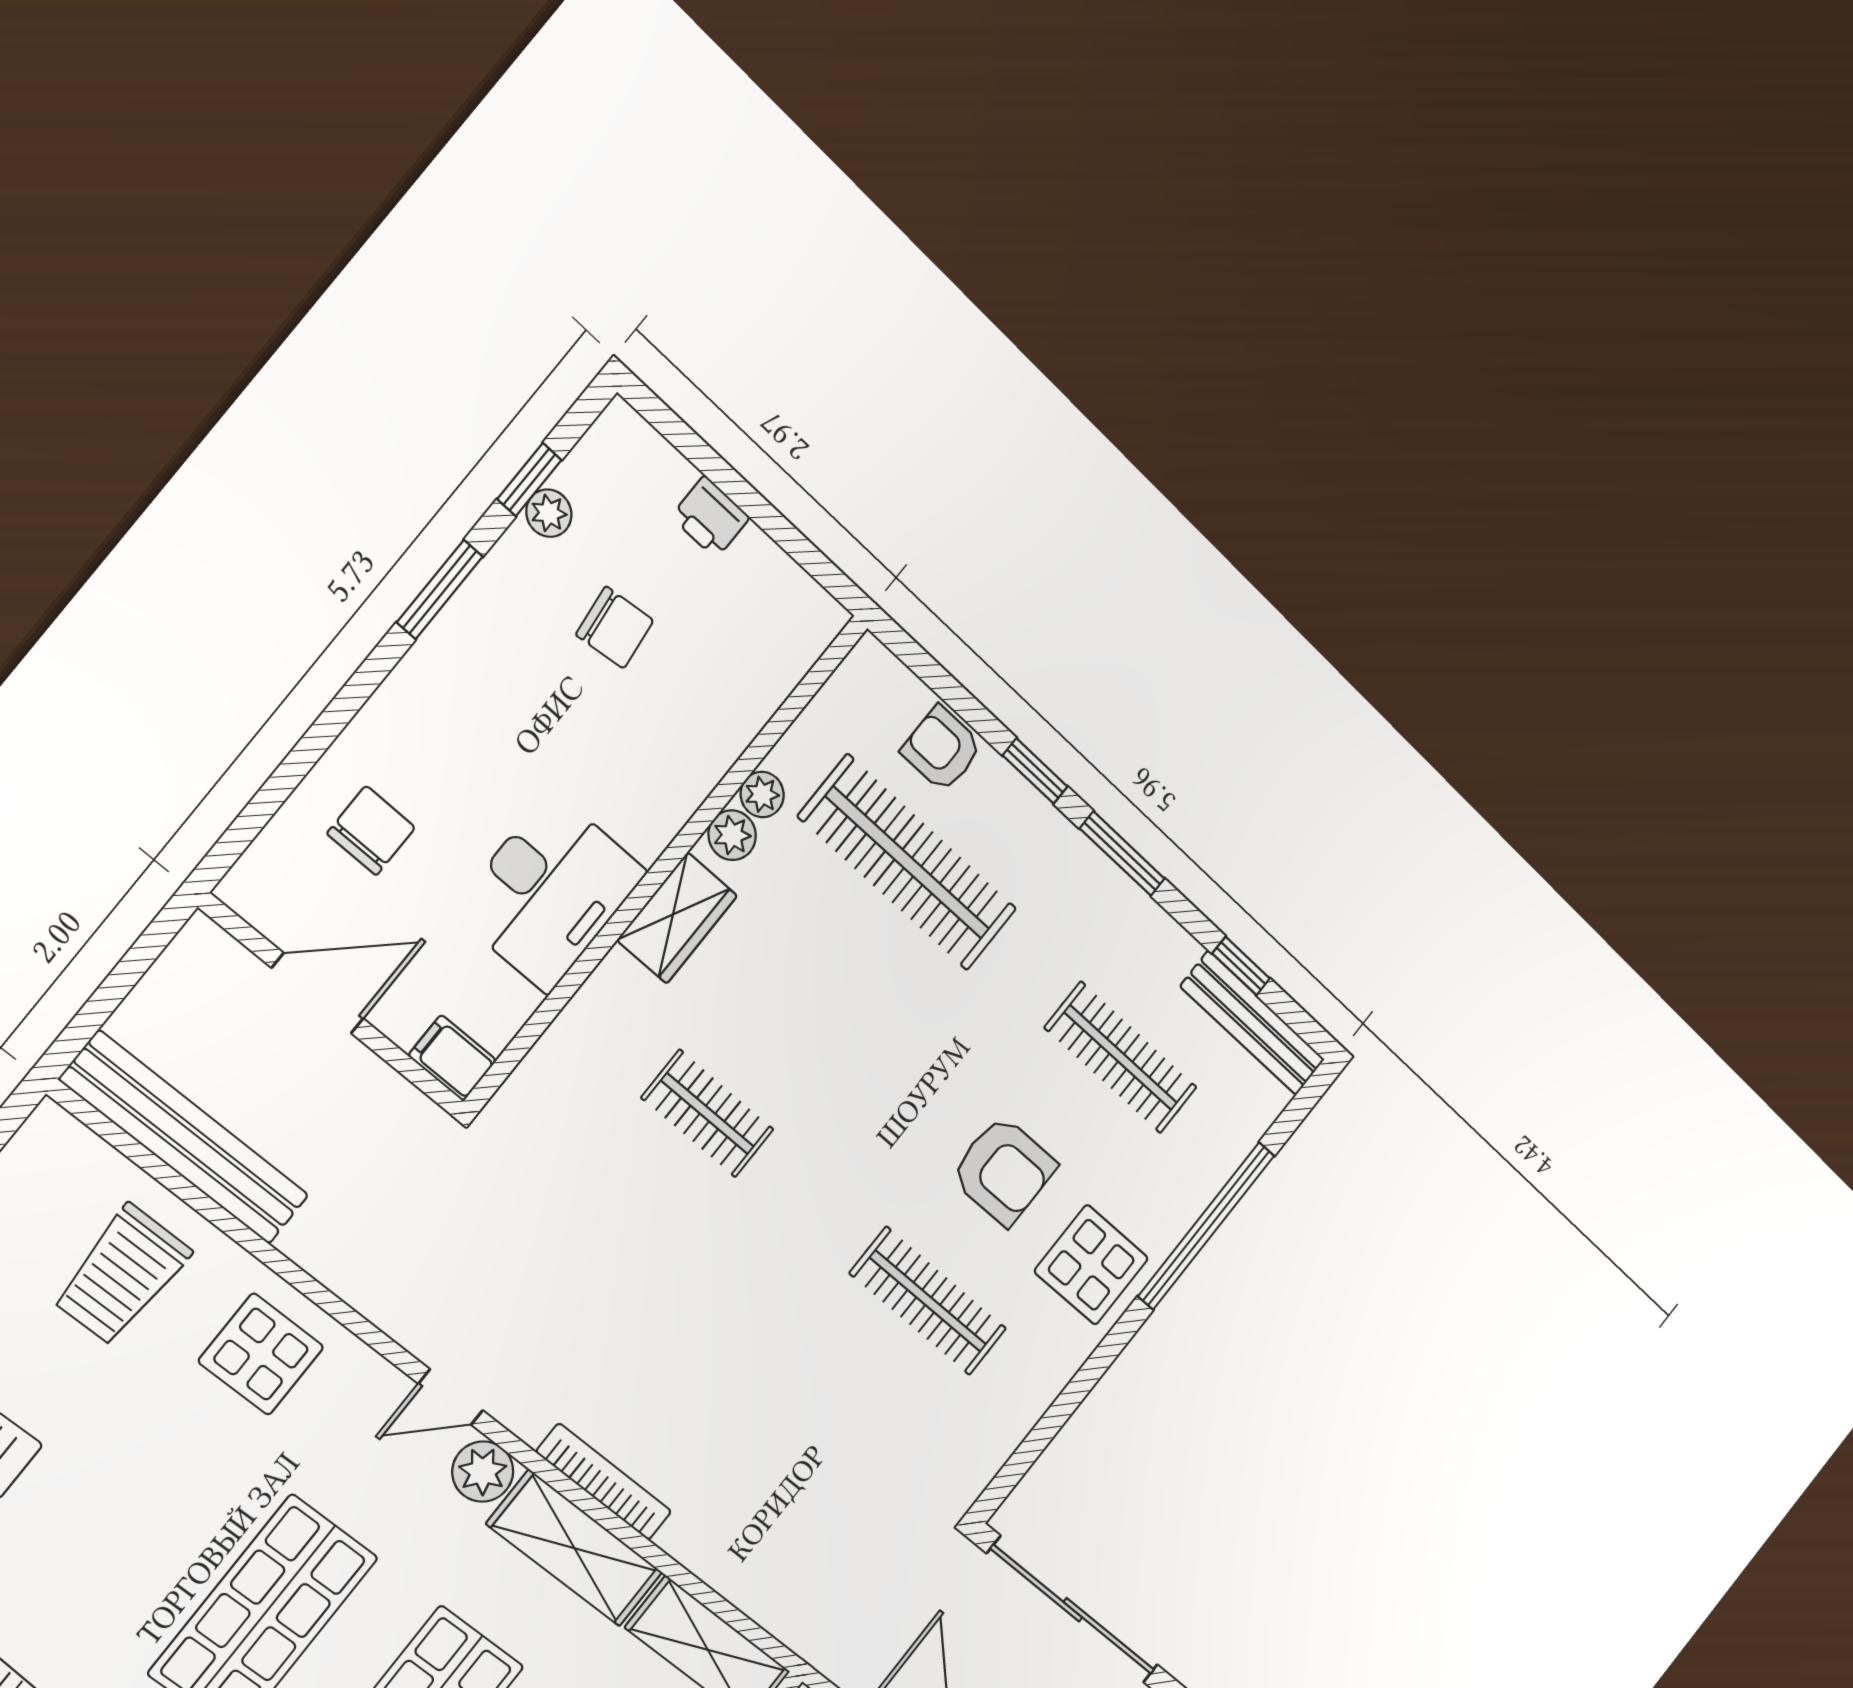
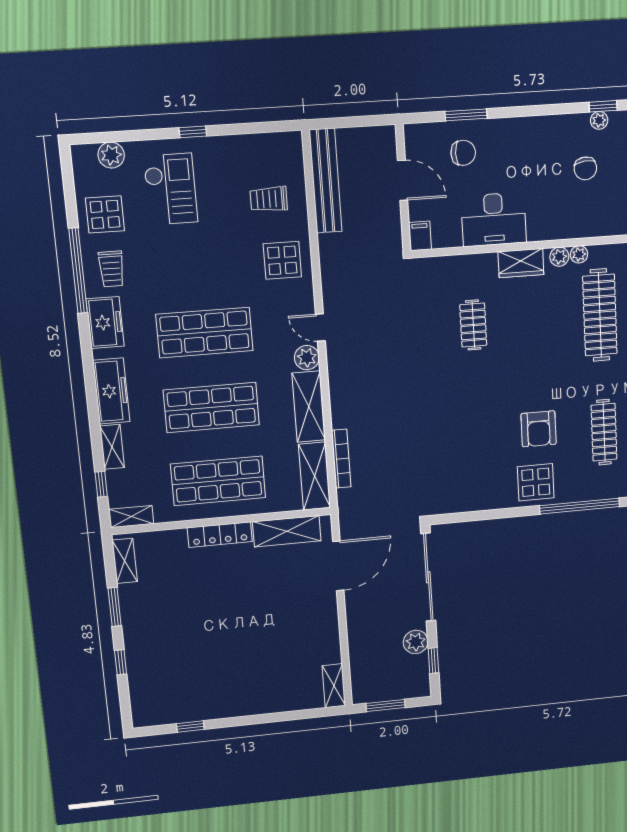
window: (440, 589) -> (466, 115), moved
trolley: (122, 1275) -> (269, 199), width x0.73, depth x0.72
clothes rail: (928, 1301) -> (480, 443), removed
bookcase: (604, 1482) -> (341, 459), moved

